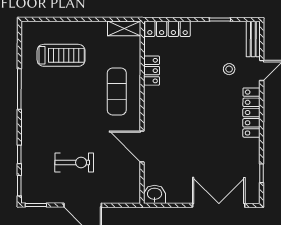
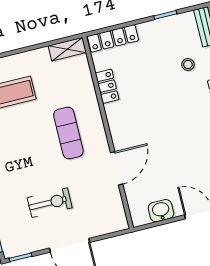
exercise mat: (117, 91) -> (68, 133), moved
door: (142, 146) -> (117, 168), swing flipped
washbasin: (155, 194) -> (161, 211), moved

